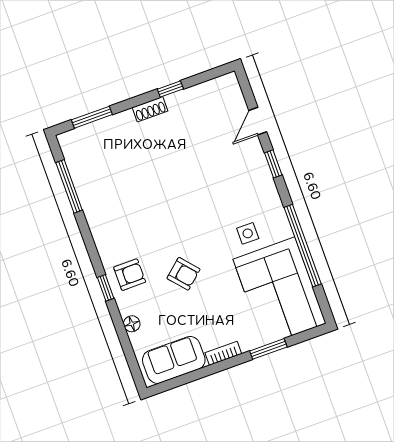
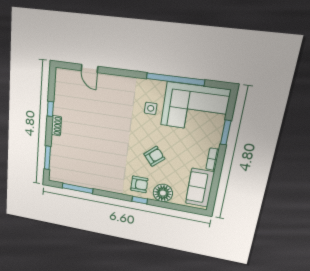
window: (273, 164) -> (118, 72), removed
armchair: (130, 275) -> (139, 184), turned 90
floor lamp: (132, 324) -> (163, 193), width x1.89, depth x1.89

